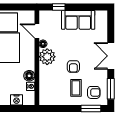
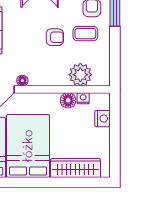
plant: (47, 57) -> (80, 75), moved

